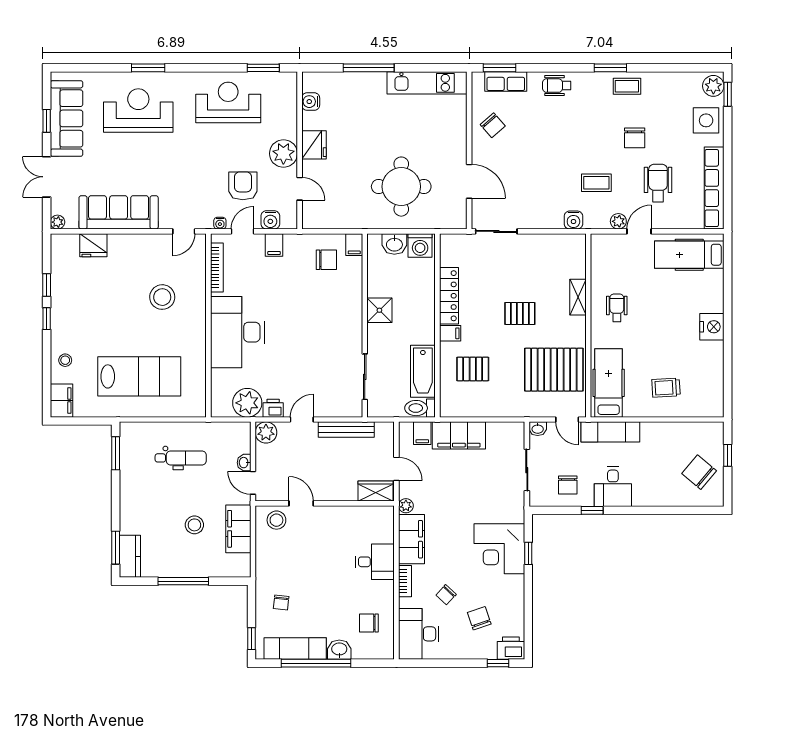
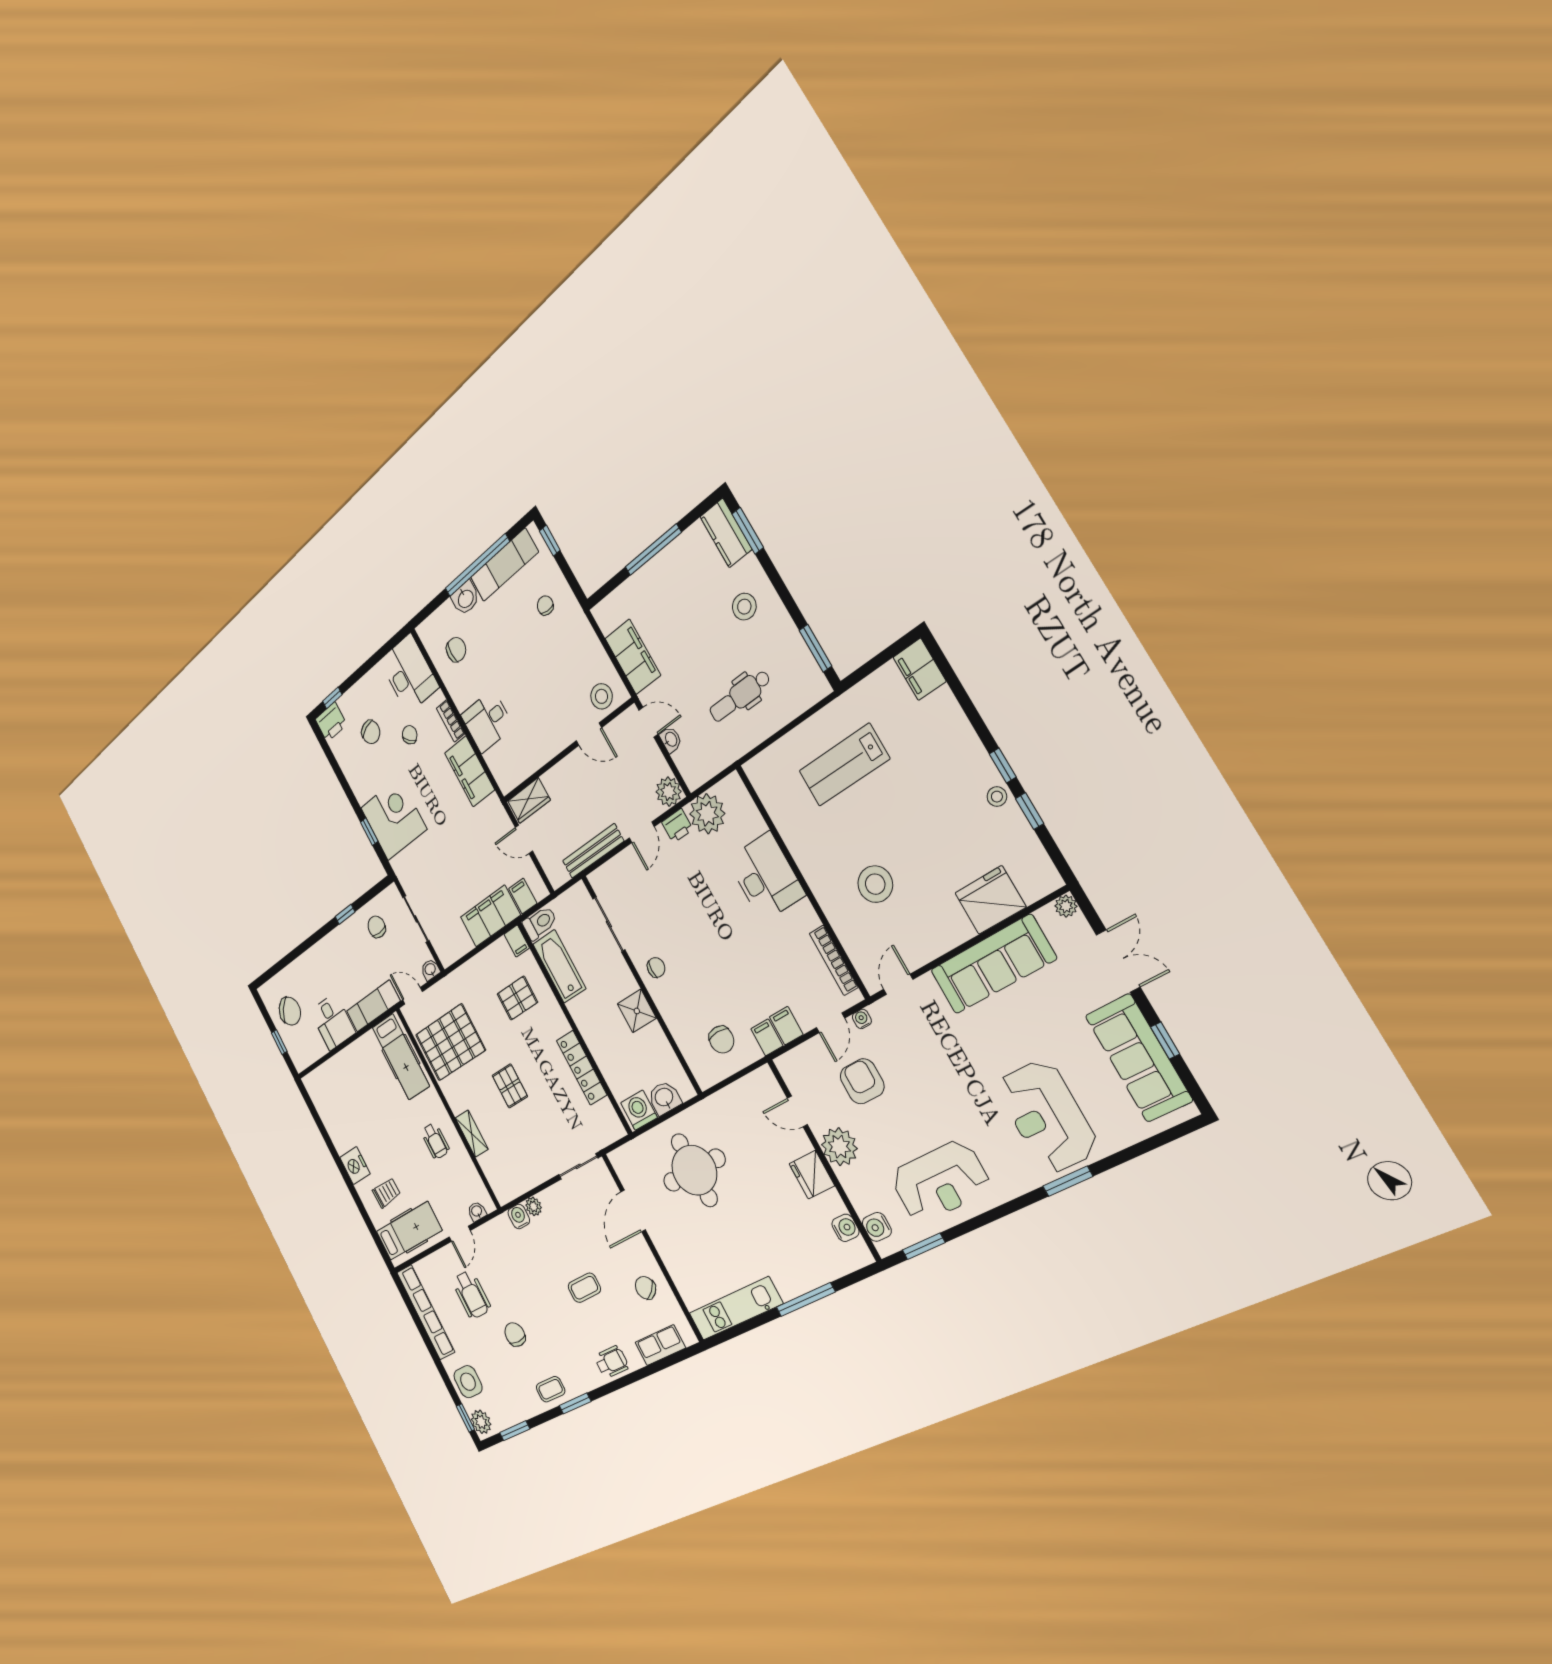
window: (500, 68) -> (515, 1431), moved
reception desk: (138, 111) -> (1047, 1116), turned 90
door: (469, 181) -> (633, 1211), hinge flipped
coffee table: (596, 183) -> (584, 1288), moved
armchair: (243, 186) -> (862, 1081), turned 180
water cooler: (270, 220) -> (877, 1227), moved, turned -90
plant: (618, 221) -> (534, 1206), moved
washbasin: (611, 240) -> (477, 1211), added
fridge: (93, 245) -> (990, 900), width x1.36, depth x1.34
filing cabinet: (354, 245) -> (767, 1037), moved
chair: (326, 260) -> (721, 1040), turned -90
pallet: (520, 313) -> (510, 1086), turned 90
chair: (346, 330) -> (656, 967), added
desk: (237, 332) -> (766, 877), width x0.73, depth x0.77
filing cabinet: (450, 333) -> (517, 941), moved, turned -90
stool: (65, 360) -> (997, 797), moved
lab bench: (139, 376) -> (844, 765), width x0.73, depth x0.72
trolley: (666, 388) -> (386, 1193), moved
desk: (613, 487) -> (333, 1022), moved, turned 180
plant: (406, 506) -> (494, 804), removed
stool: (194, 525) -> (744, 607), moved

